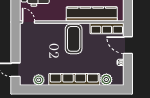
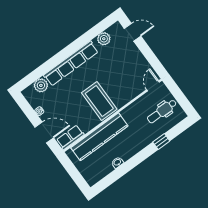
door: (28, 22) -> (153, 86), swing flipped
row of seats: (107, 28) -> (70, 137), width x0.68

